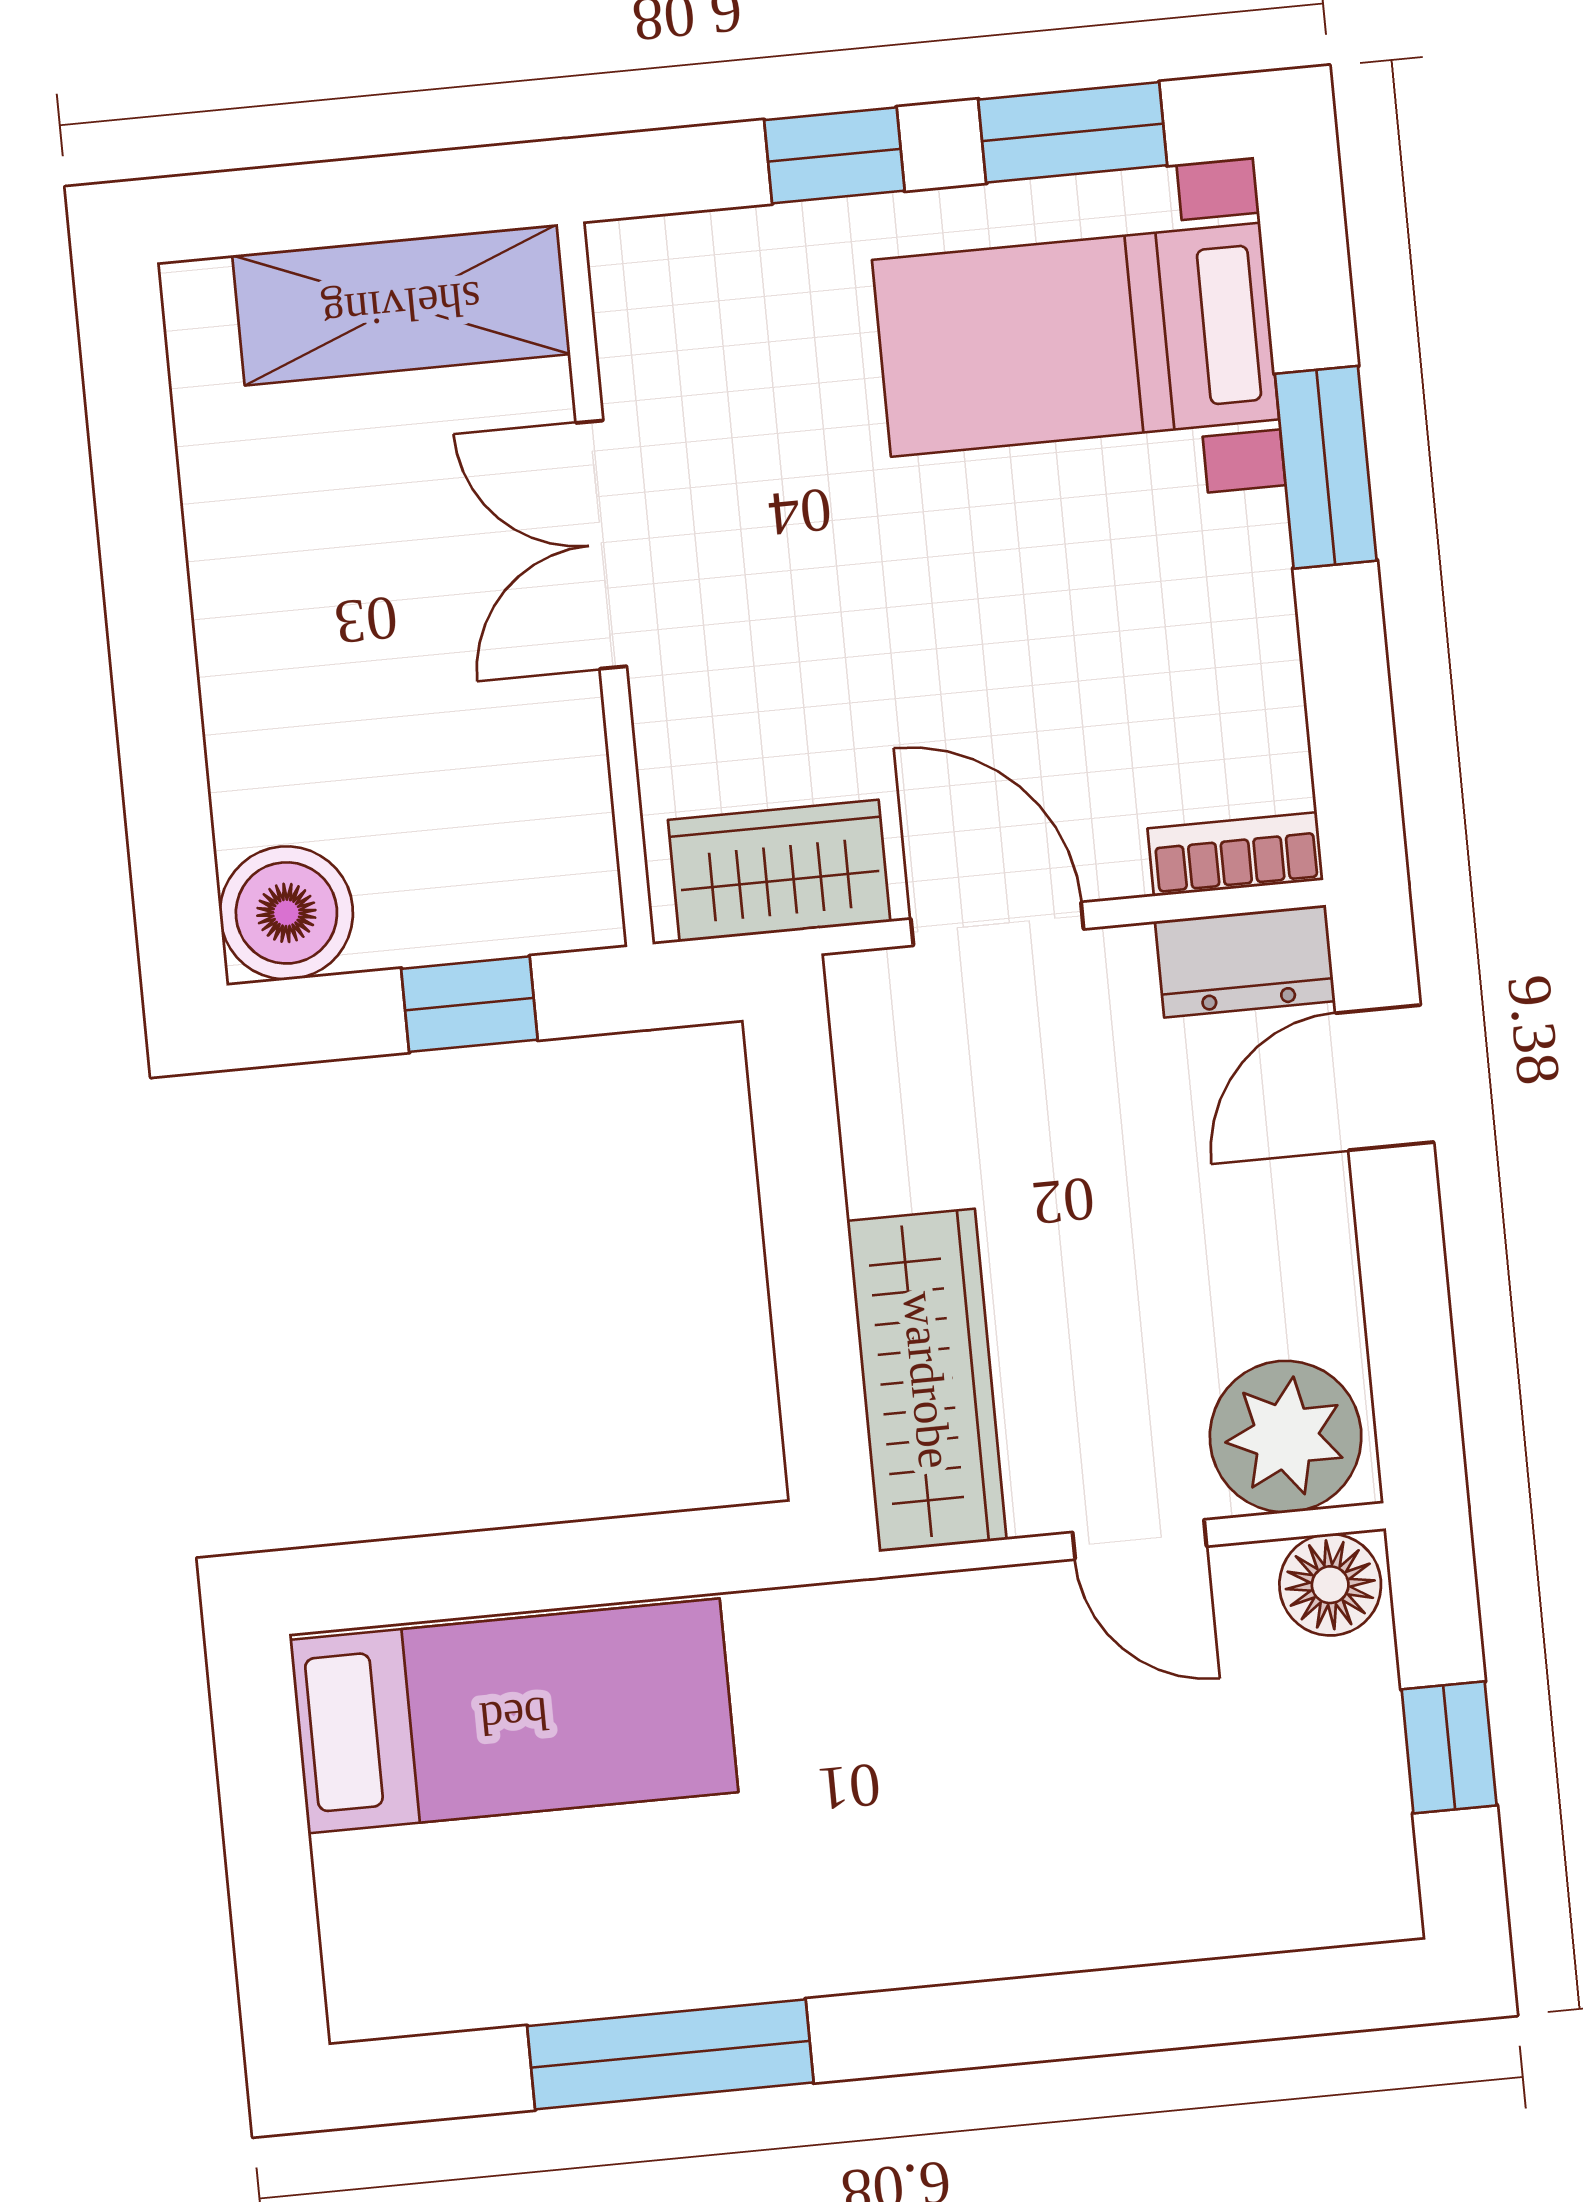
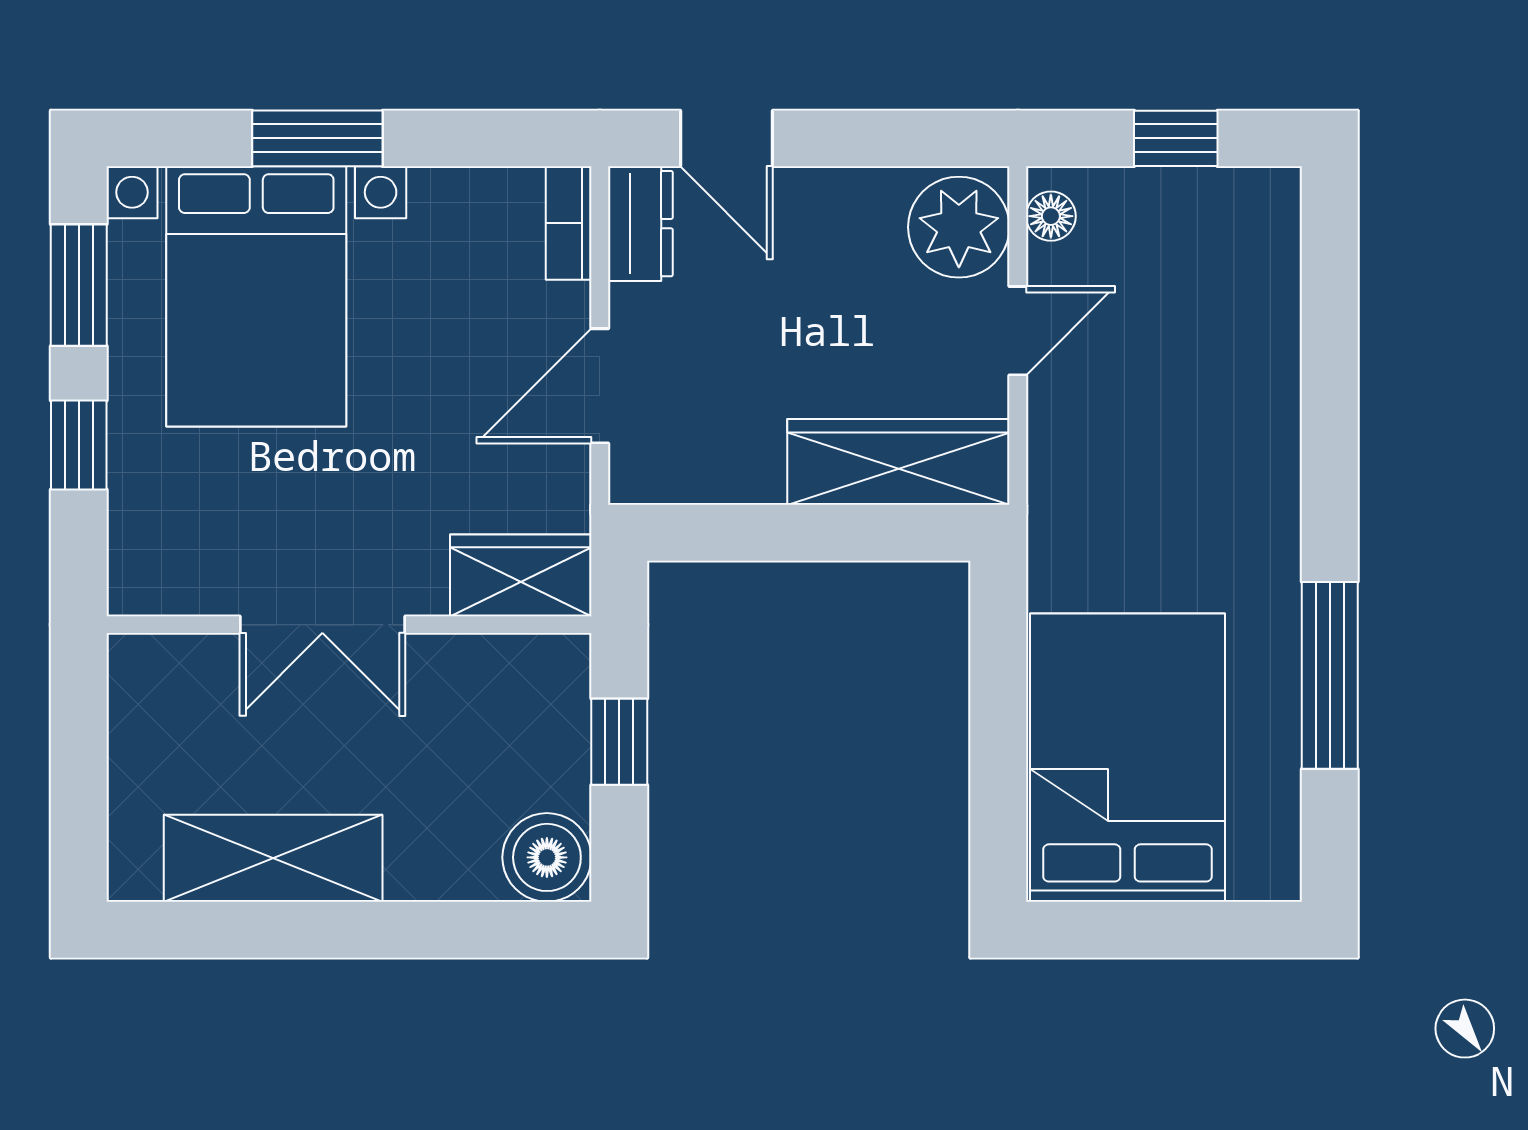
shelving: (401, 305) -> (273, 858), moved, turned 90
bed with nightstands: (1076, 340) -> (256, 296), width x1.36
wardrobe: (779, 871) -> (521, 575), moved, turned 90
floor lamp: (1330, 1585) -> (1051, 216), width x0.73, depth x0.73
bed: (514, 1716) -> (1127, 758), width x1.50

